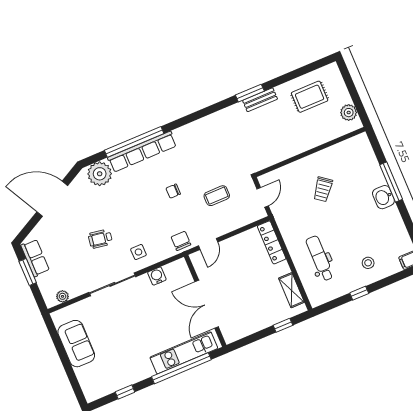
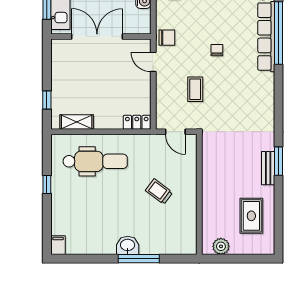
locker: (272, 242) -> (137, 122), width x0.66
dental chair: (320, 258) -> (95, 161), width x1.36, depth x1.38
stool: (368, 263) -> (72, 205), removed

